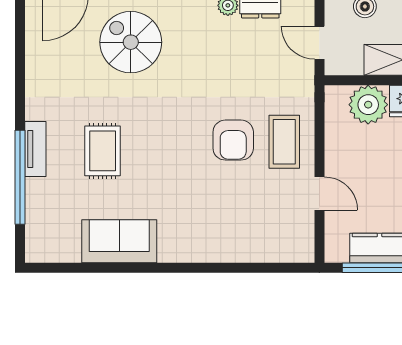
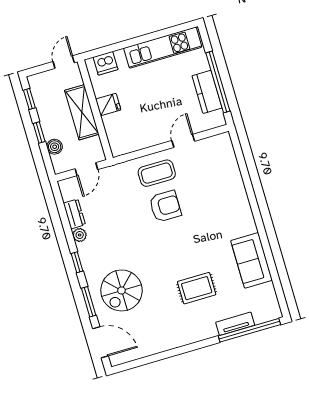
plant: (368, 105) -> (117, 126), removed
tv unit: (35, 149) -> (235, 324), moved
window: (20, 177) -> (249, 330), moved

